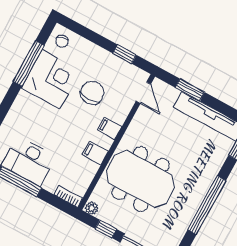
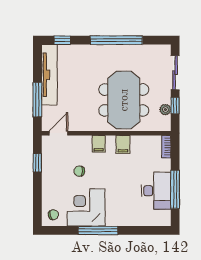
window: (29, 63) -> (98, 230), moved
window: (190, 90) -> (37, 100), width x1.44
chair: (92, 93) -> (79, 171), width x0.54, depth x0.54
plant: (92, 208) -> (165, 110), moved

